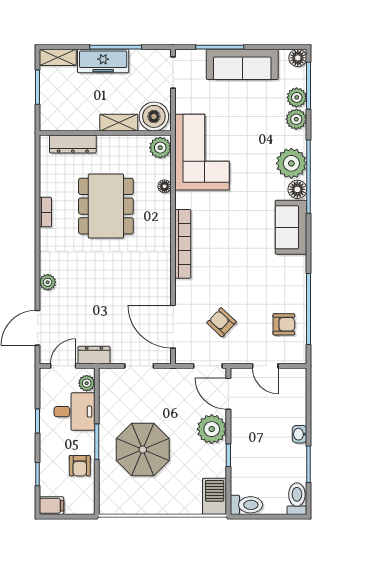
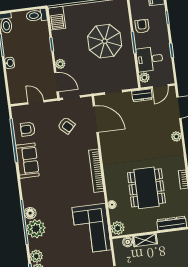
boiler: (154, 116) -> (128, 242), width x0.54, depth x0.54
sofa: (291, 227) -> (27, 161), moved
plant: (212, 429) -> (60, 64), width x0.53, depth x0.53

